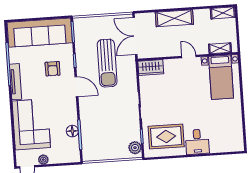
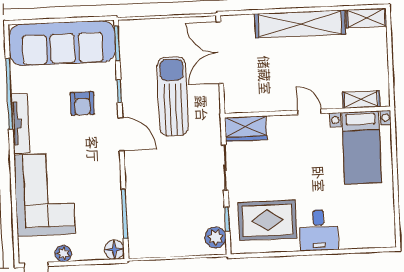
shelving: (174, 18) -> (300, 24), width x1.47
shelving: (220, 48) -> (361, 99), moved
door: (189, 56) -> (309, 112), moved
wall: (188, 57) -> (307, 112), moved
sun lounger: (107, 63) -> (173, 96), turned 180
wardrobe: (151, 67) -> (246, 129), moved
bed with nightstands: (221, 77) -> (362, 147), moved
floor lamp: (72, 131) -> (114, 250), moved

